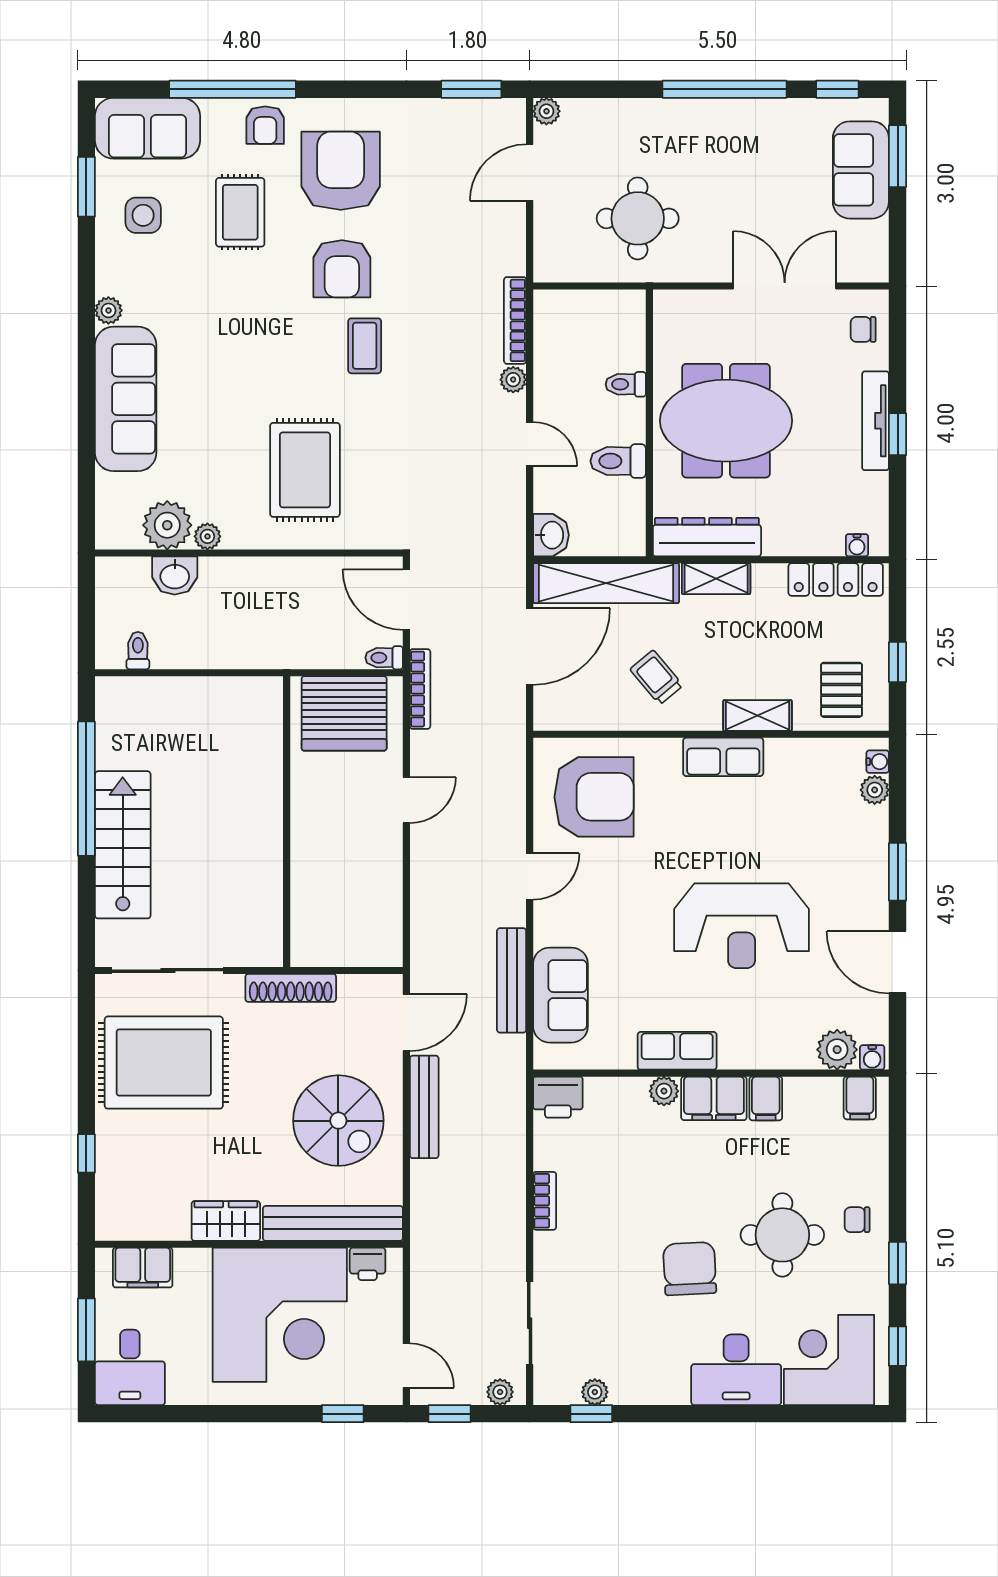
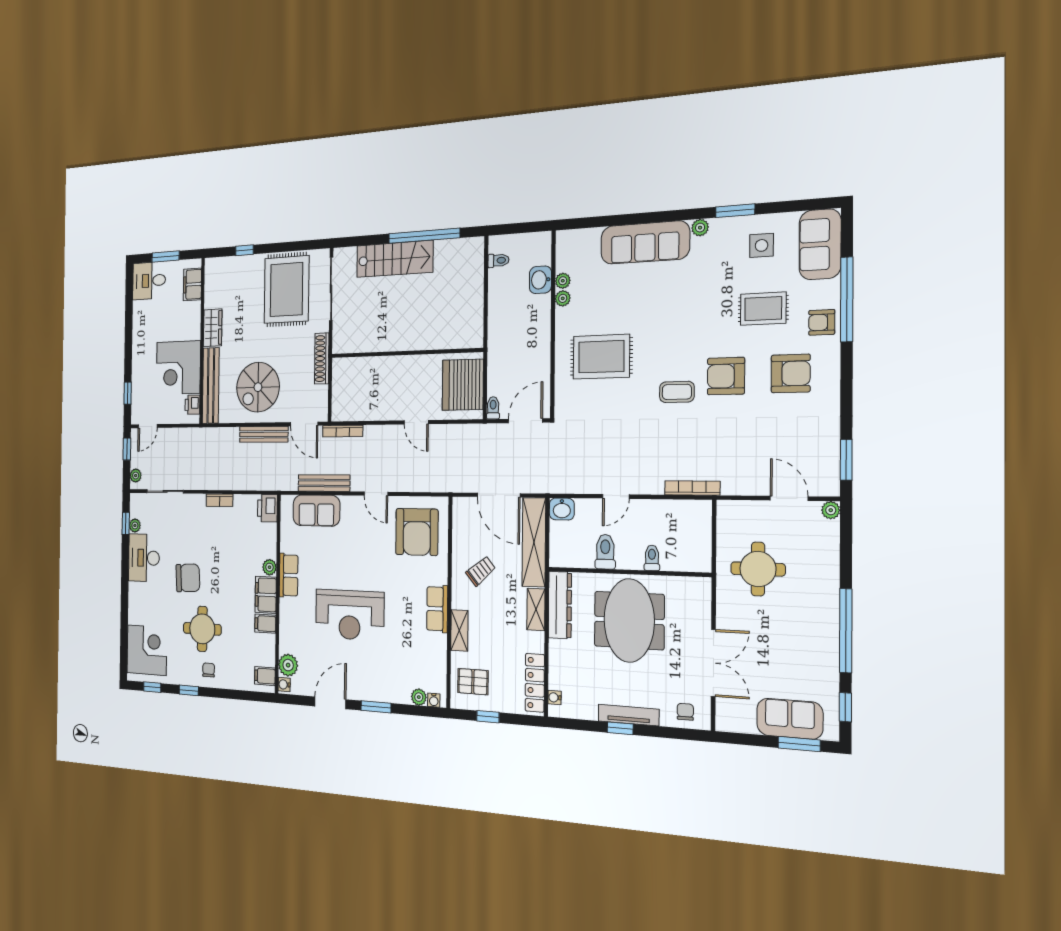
armchair: (341, 171) -> (791, 373), width x0.73, depth x0.73
window: (86, 187) -> (735, 211), moved
plant: (513, 380) -> (655, 486), removed
plant: (167, 525) -> (563, 281), width x0.53, depth x0.53
bookcase: (420, 689) -> (343, 431), moved
reception desk: (742, 926) -> (350, 615), turned -90
corner desk: (280, 1315) -> (178, 368), width x0.74, depth x0.74
desk: (736, 1370) -> (144, 558), moved

